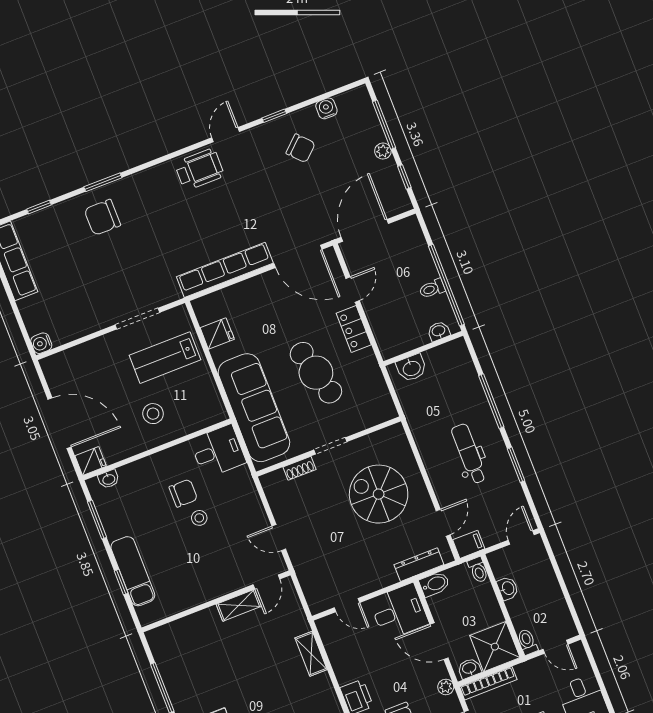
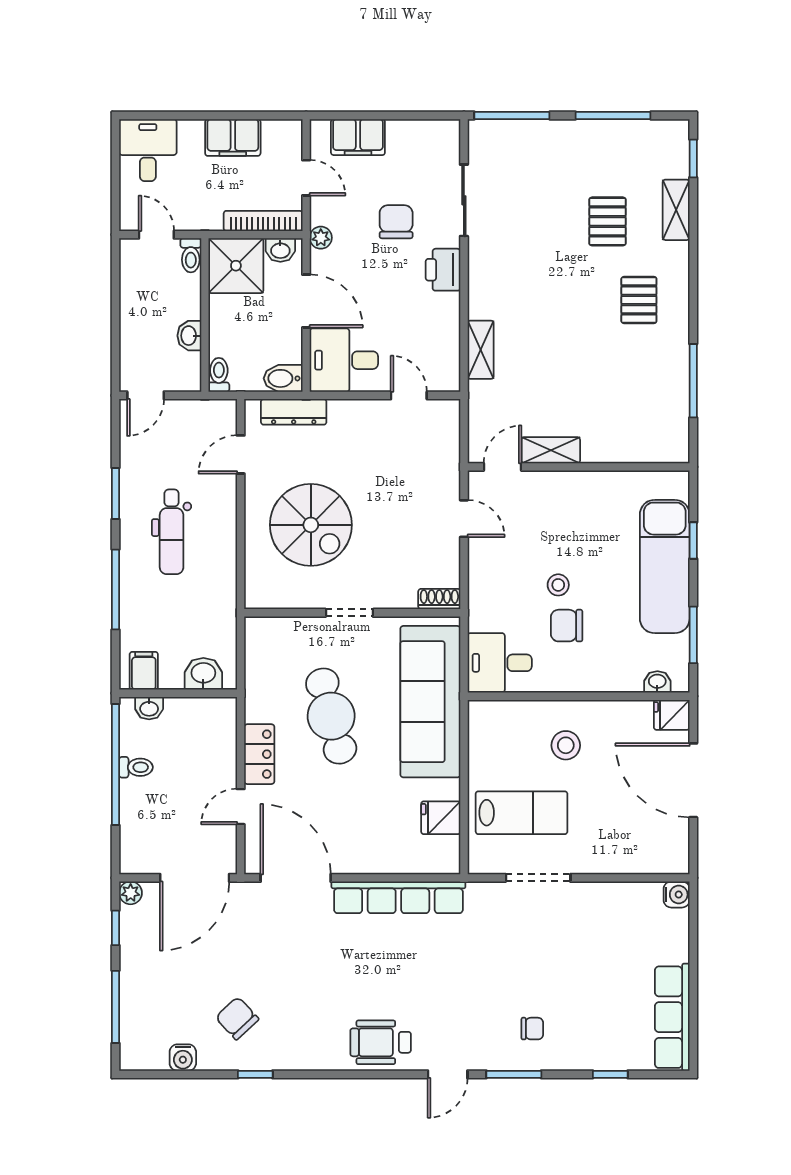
door: (226, 135) -> (448, 1074), moved
plant: (383, 151) -> (131, 893), moved
chair: (102, 217) -> (532, 1029), width x0.54, depth x0.54
shoe rack: (299, 468) -> (439, 599), moved
filing cabinet: (469, 544) -> (144, 671), moved, turned 90
exam couch: (133, 571) -> (665, 567), width x1.36, depth x1.45

